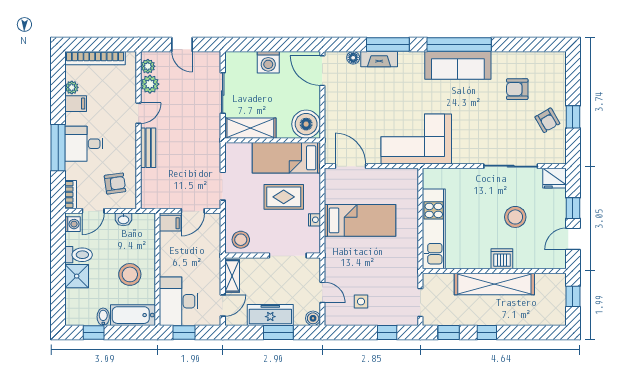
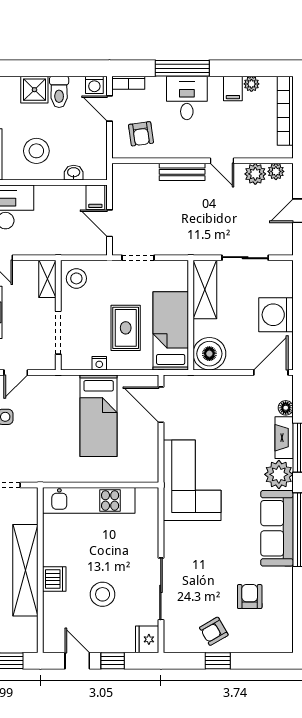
washing machine: (268, 62) -> (276, 315), width x1.37, depth x1.37
plant: (411, 64) -> (279, 474), added
door: (350, 166) -> (161, 405), swing flipped
washbasin: (123, 219) -> (74, 173), moved, turned 90
shelving: (232, 276) -> (47, 279), moved, turned 90

